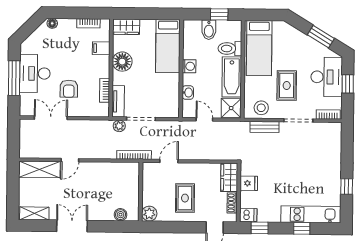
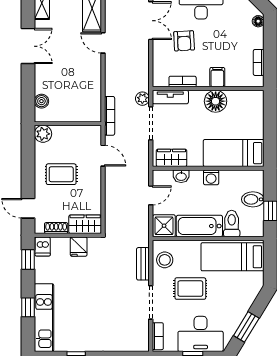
wardrobe: (126, 27) -> (172, 158), moved, turned 90
filing cabinet: (101, 48) -> (217, 77), moved
armchair: (69, 89) -> (184, 41), turned -93

